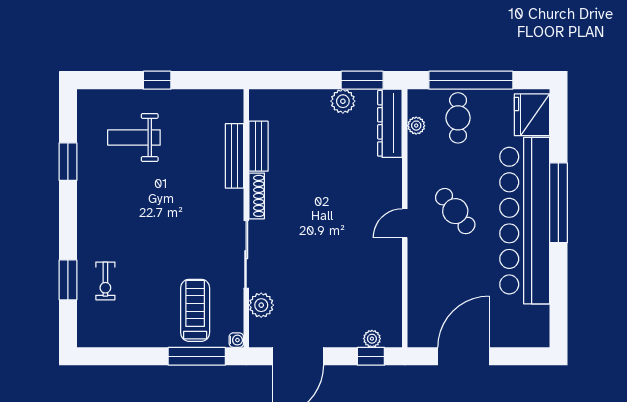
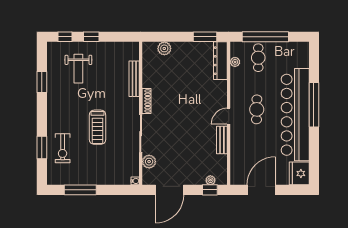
window: (110, 80) -> (65, 37), added
plant: (343, 101) -> (164, 48), moved
fridge: (532, 115) -> (299, 173), moved
weight bench: (134, 138) -> (78, 69), turned -90
bench: (258, 146) -> (222, 140), moved
cafe table: (455, 211) -> (257, 109), turned 39
exercise bike: (105, 281) -> (63, 148), width x1.38, depth x1.39
treadmill: (195, 310) -> (98, 127), moved, turned 180
window: (197, 356) -> (80, 190), moved

